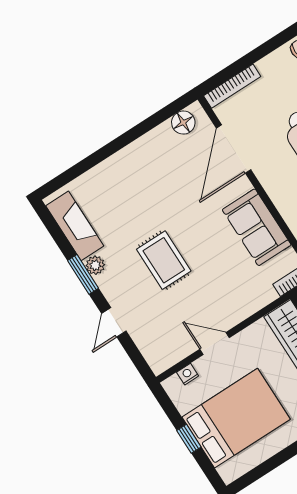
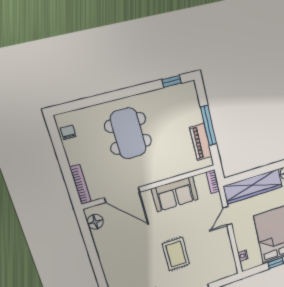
rug: (164, 260) -> (176, 254), turned 90
door: (215, 343) -> (227, 216), moved

